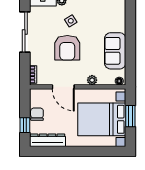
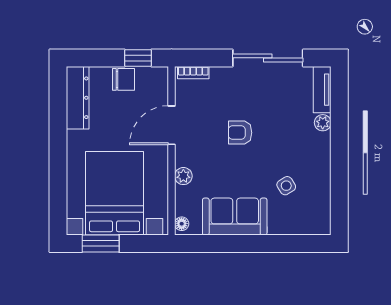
side table: (71, 21) -> (286, 186), moved
armchair: (67, 48) -> (240, 133), width x0.53, depth x0.53
window: (130, 116) -> (101, 243), moved
window: (25, 125) -> (138, 58), moved

